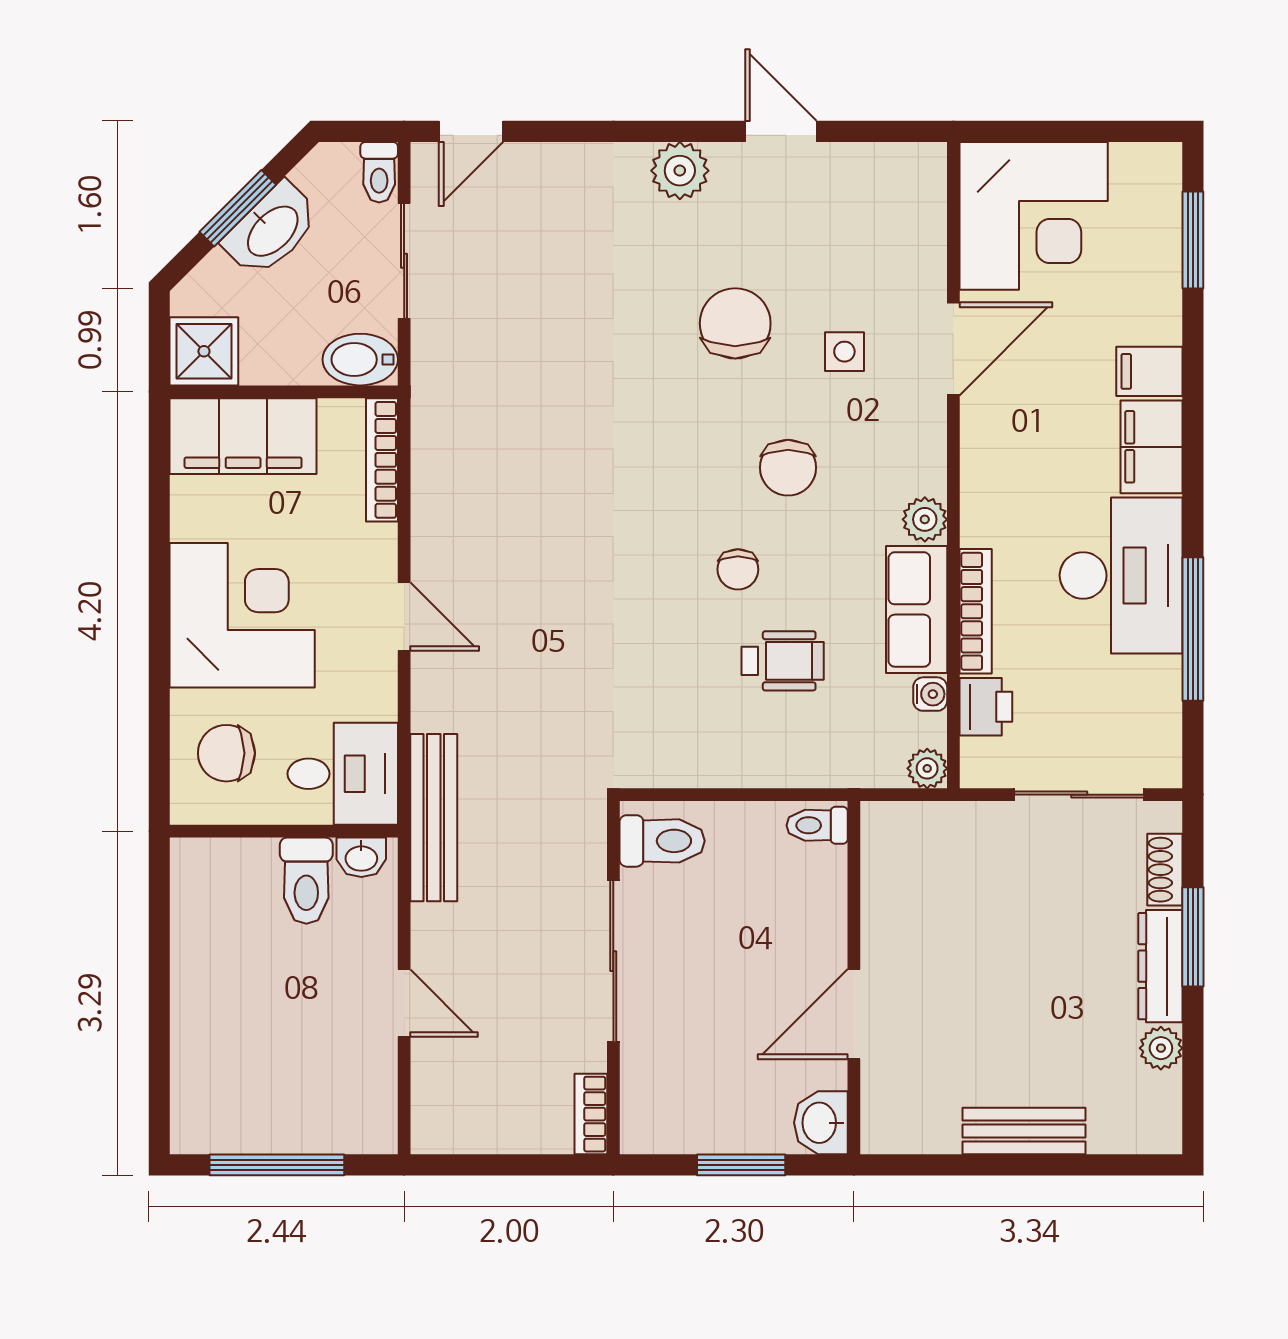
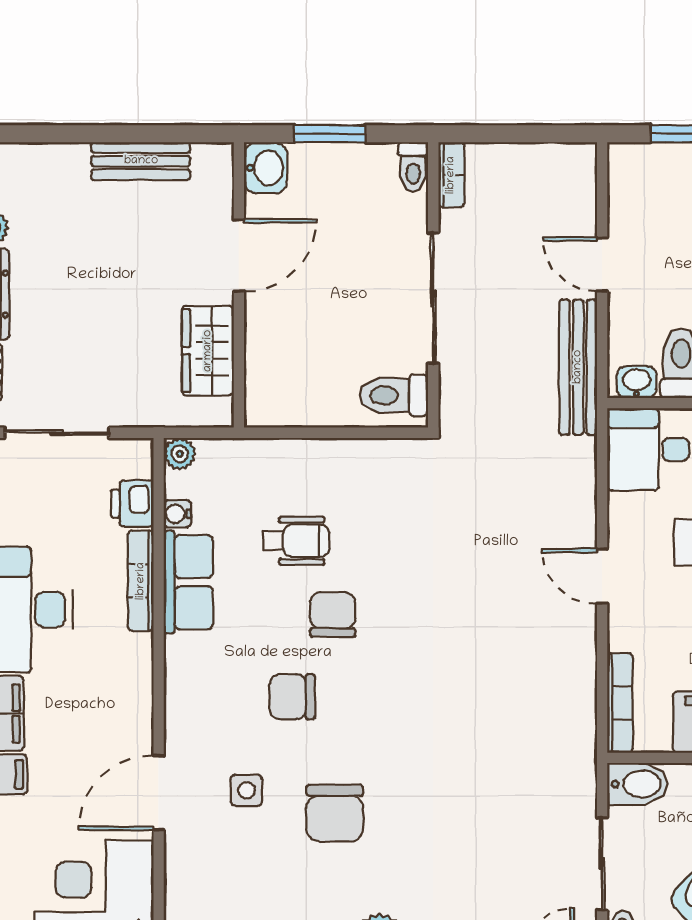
chair: (788, 468) -> (292, 697), turned -90
plant: (925, 519) -> (182, 655), removed
chair: (738, 569) -> (333, 615), width x1.37, depth x1.37
wheelchair: (783, 661) -> (296, 541), turned 180
bench: (434, 818) -> (578, 367), moved
toilet: (817, 825) -> (413, 167), moved, turned 90
wardrobe: (892, 896) -> (208, 351), added
bench: (1024, 1131) -> (141, 161), moved

